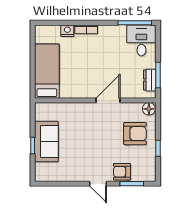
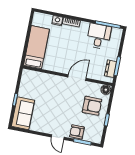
desk: (141, 40) -> (99, 36), moved
sofa: (46, 141) -> (23, 113), moved

